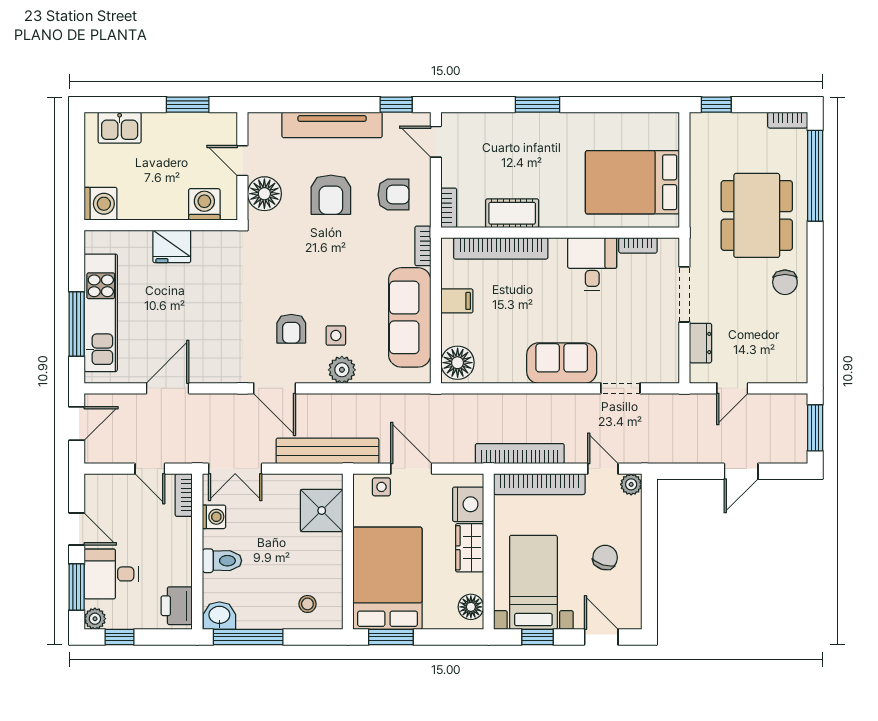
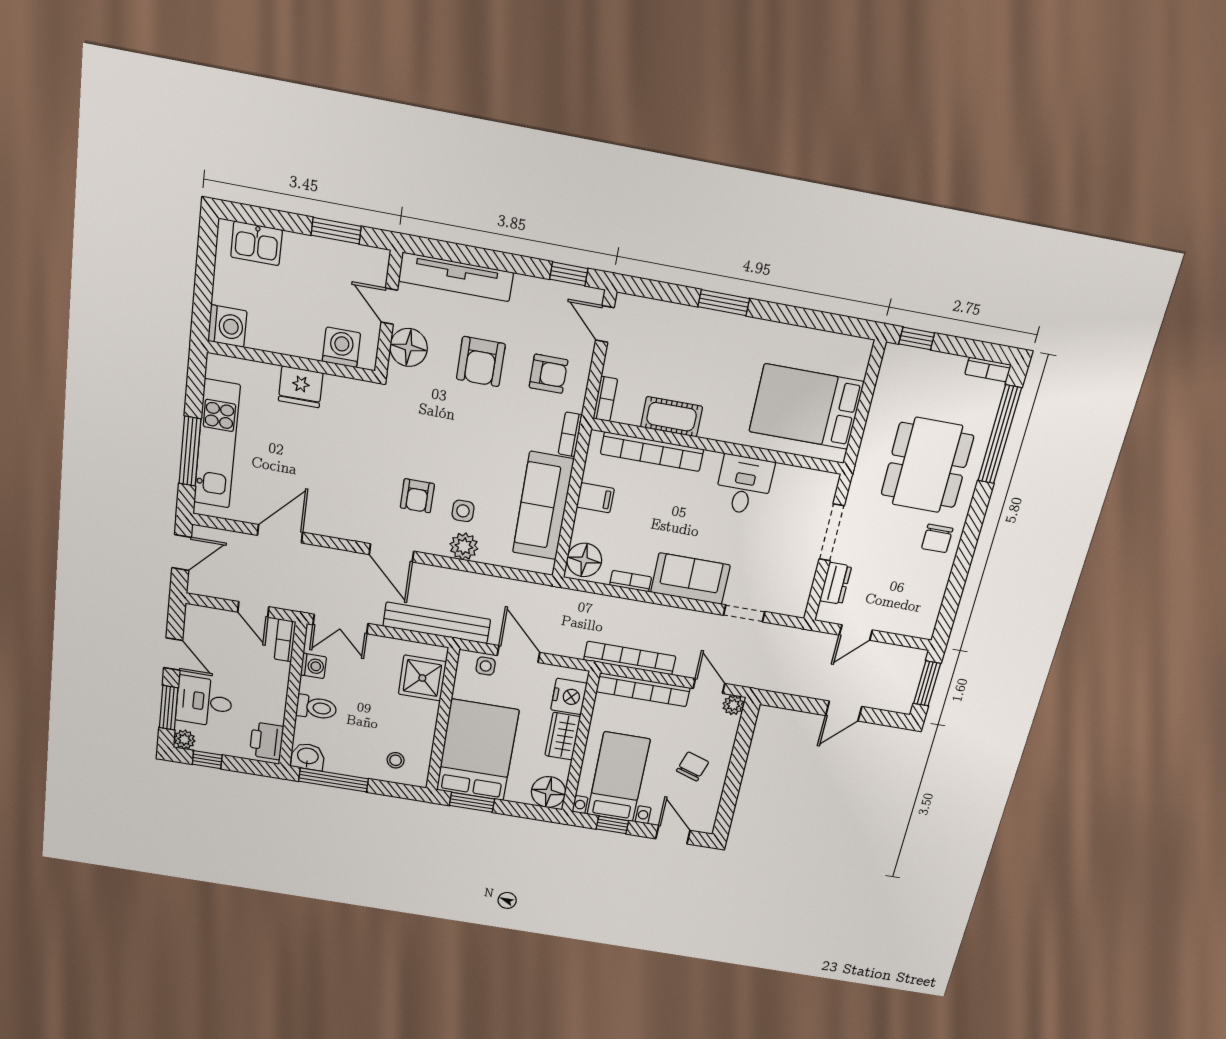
tv unit: (332, 125) -> (456, 277), moved
bookcase: (638, 245) -> (631, 581), moved, turned 180
floor lamp: (471, 607) -> (548, 792), width x1.38, depth x1.38

